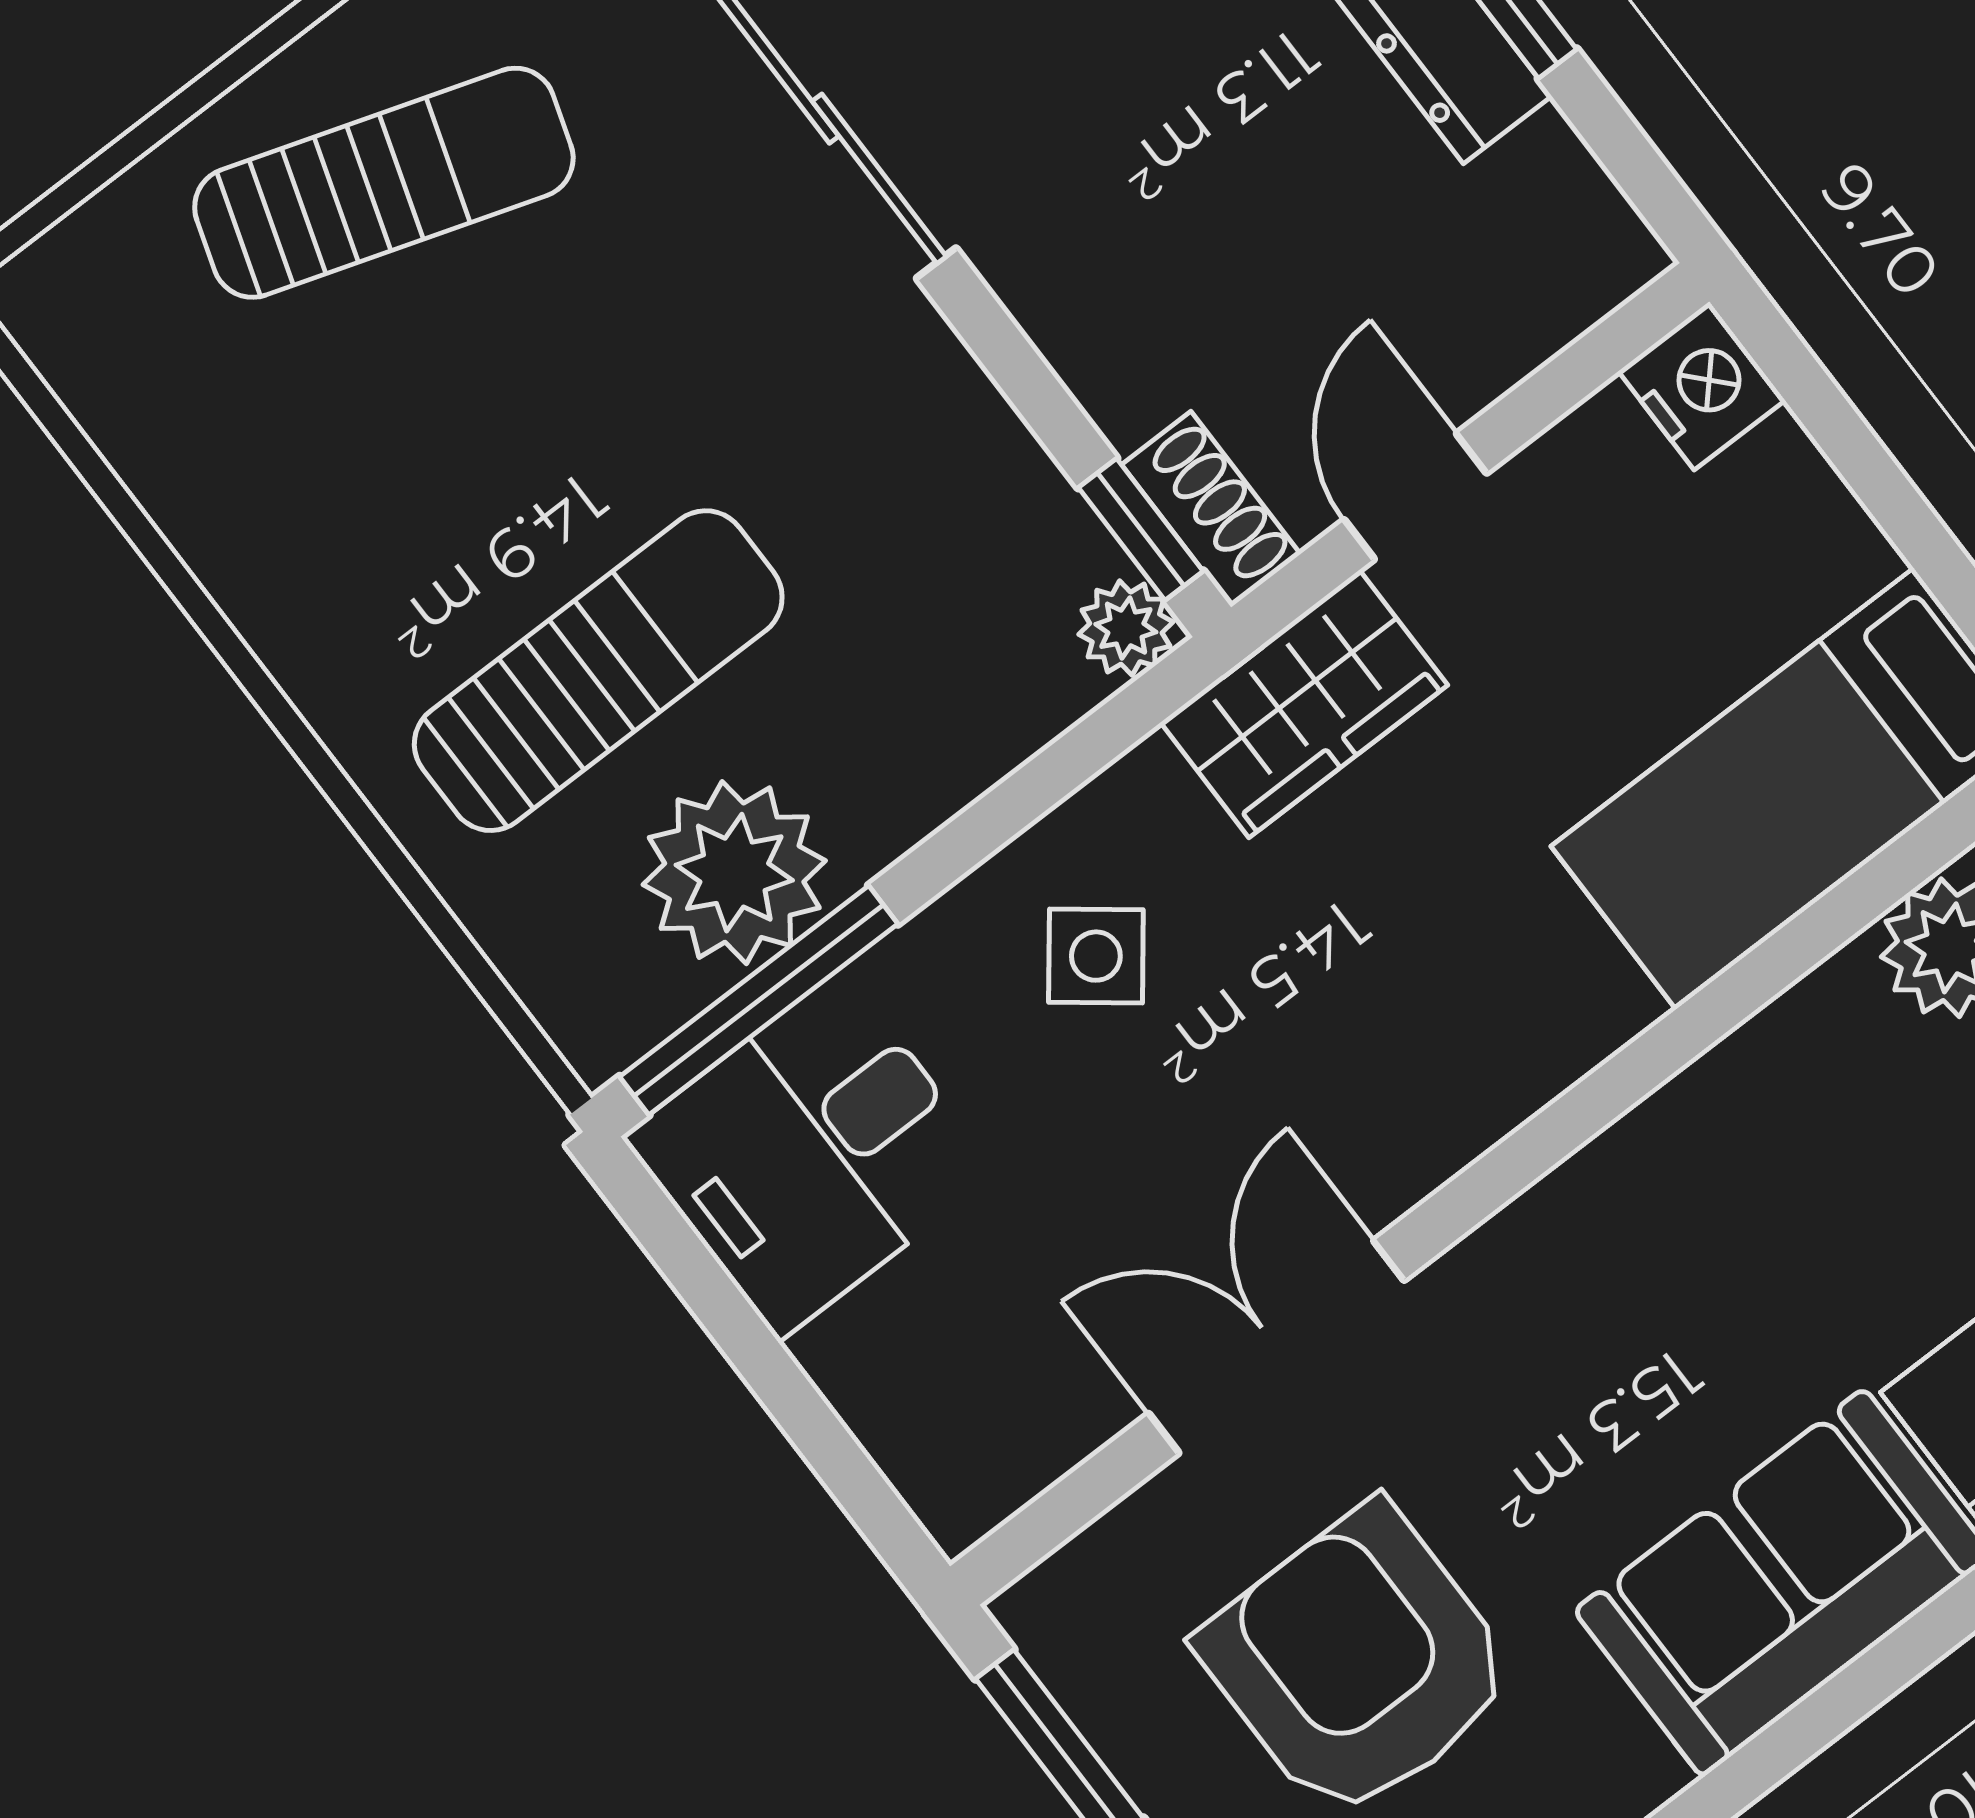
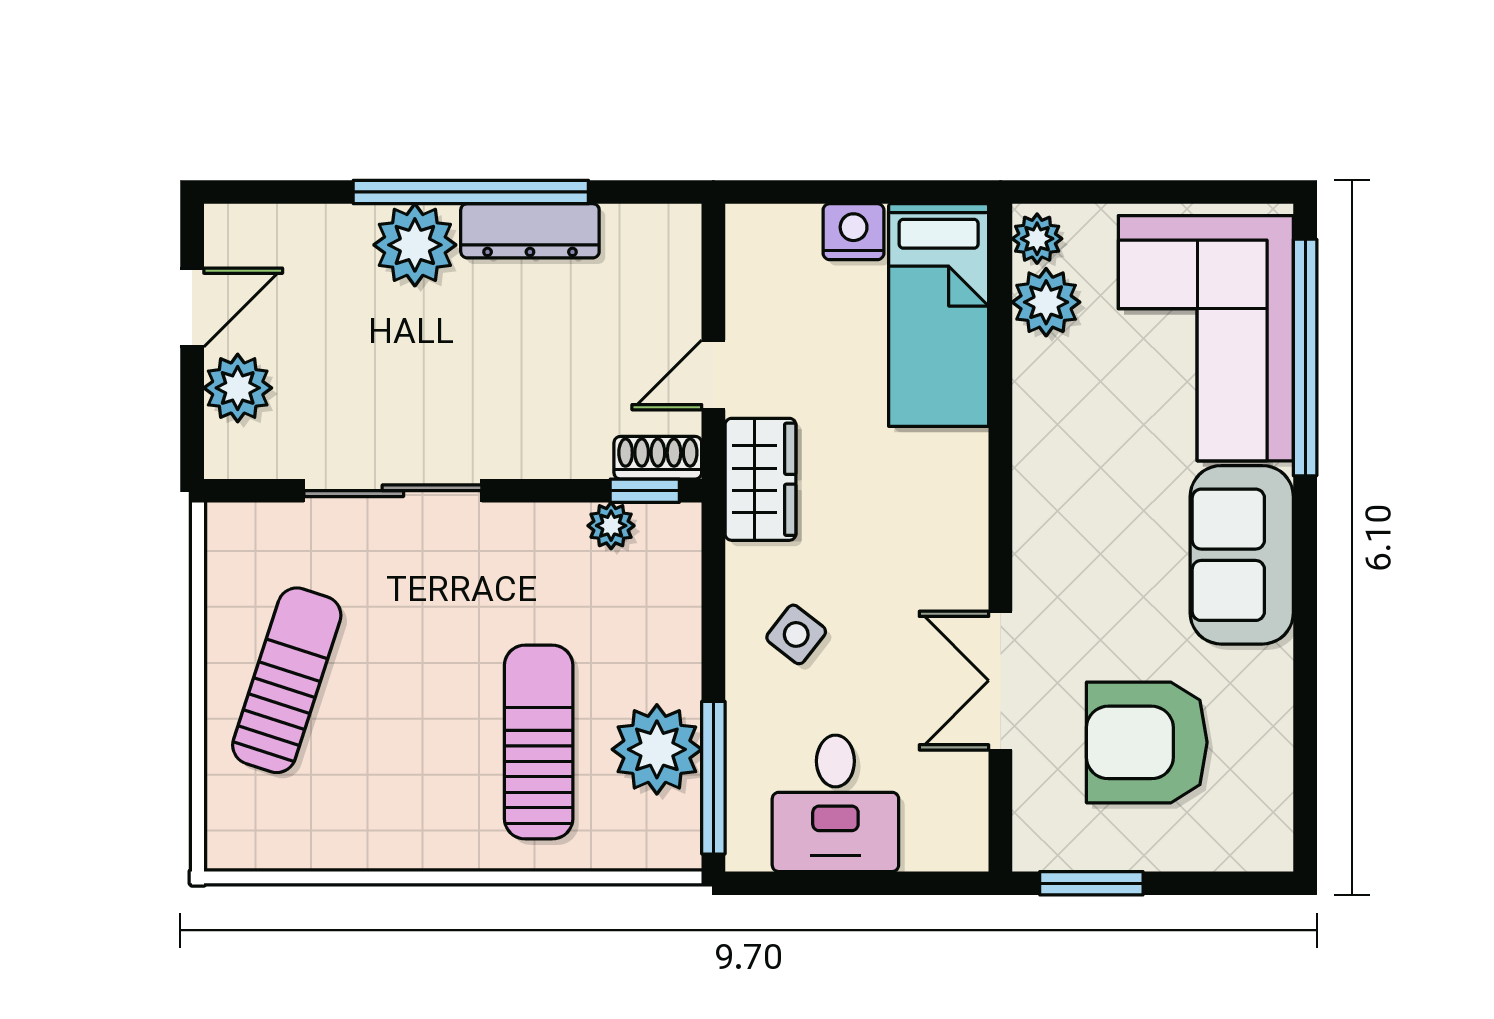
nightstand: (1702, 386) -> (854, 232), moved
door: (1415, 496) -> (713, 375), hinge flipped
plant: (1126, 628) -> (611, 526), moved
desk: (811, 1155) -> (835, 803), moved

